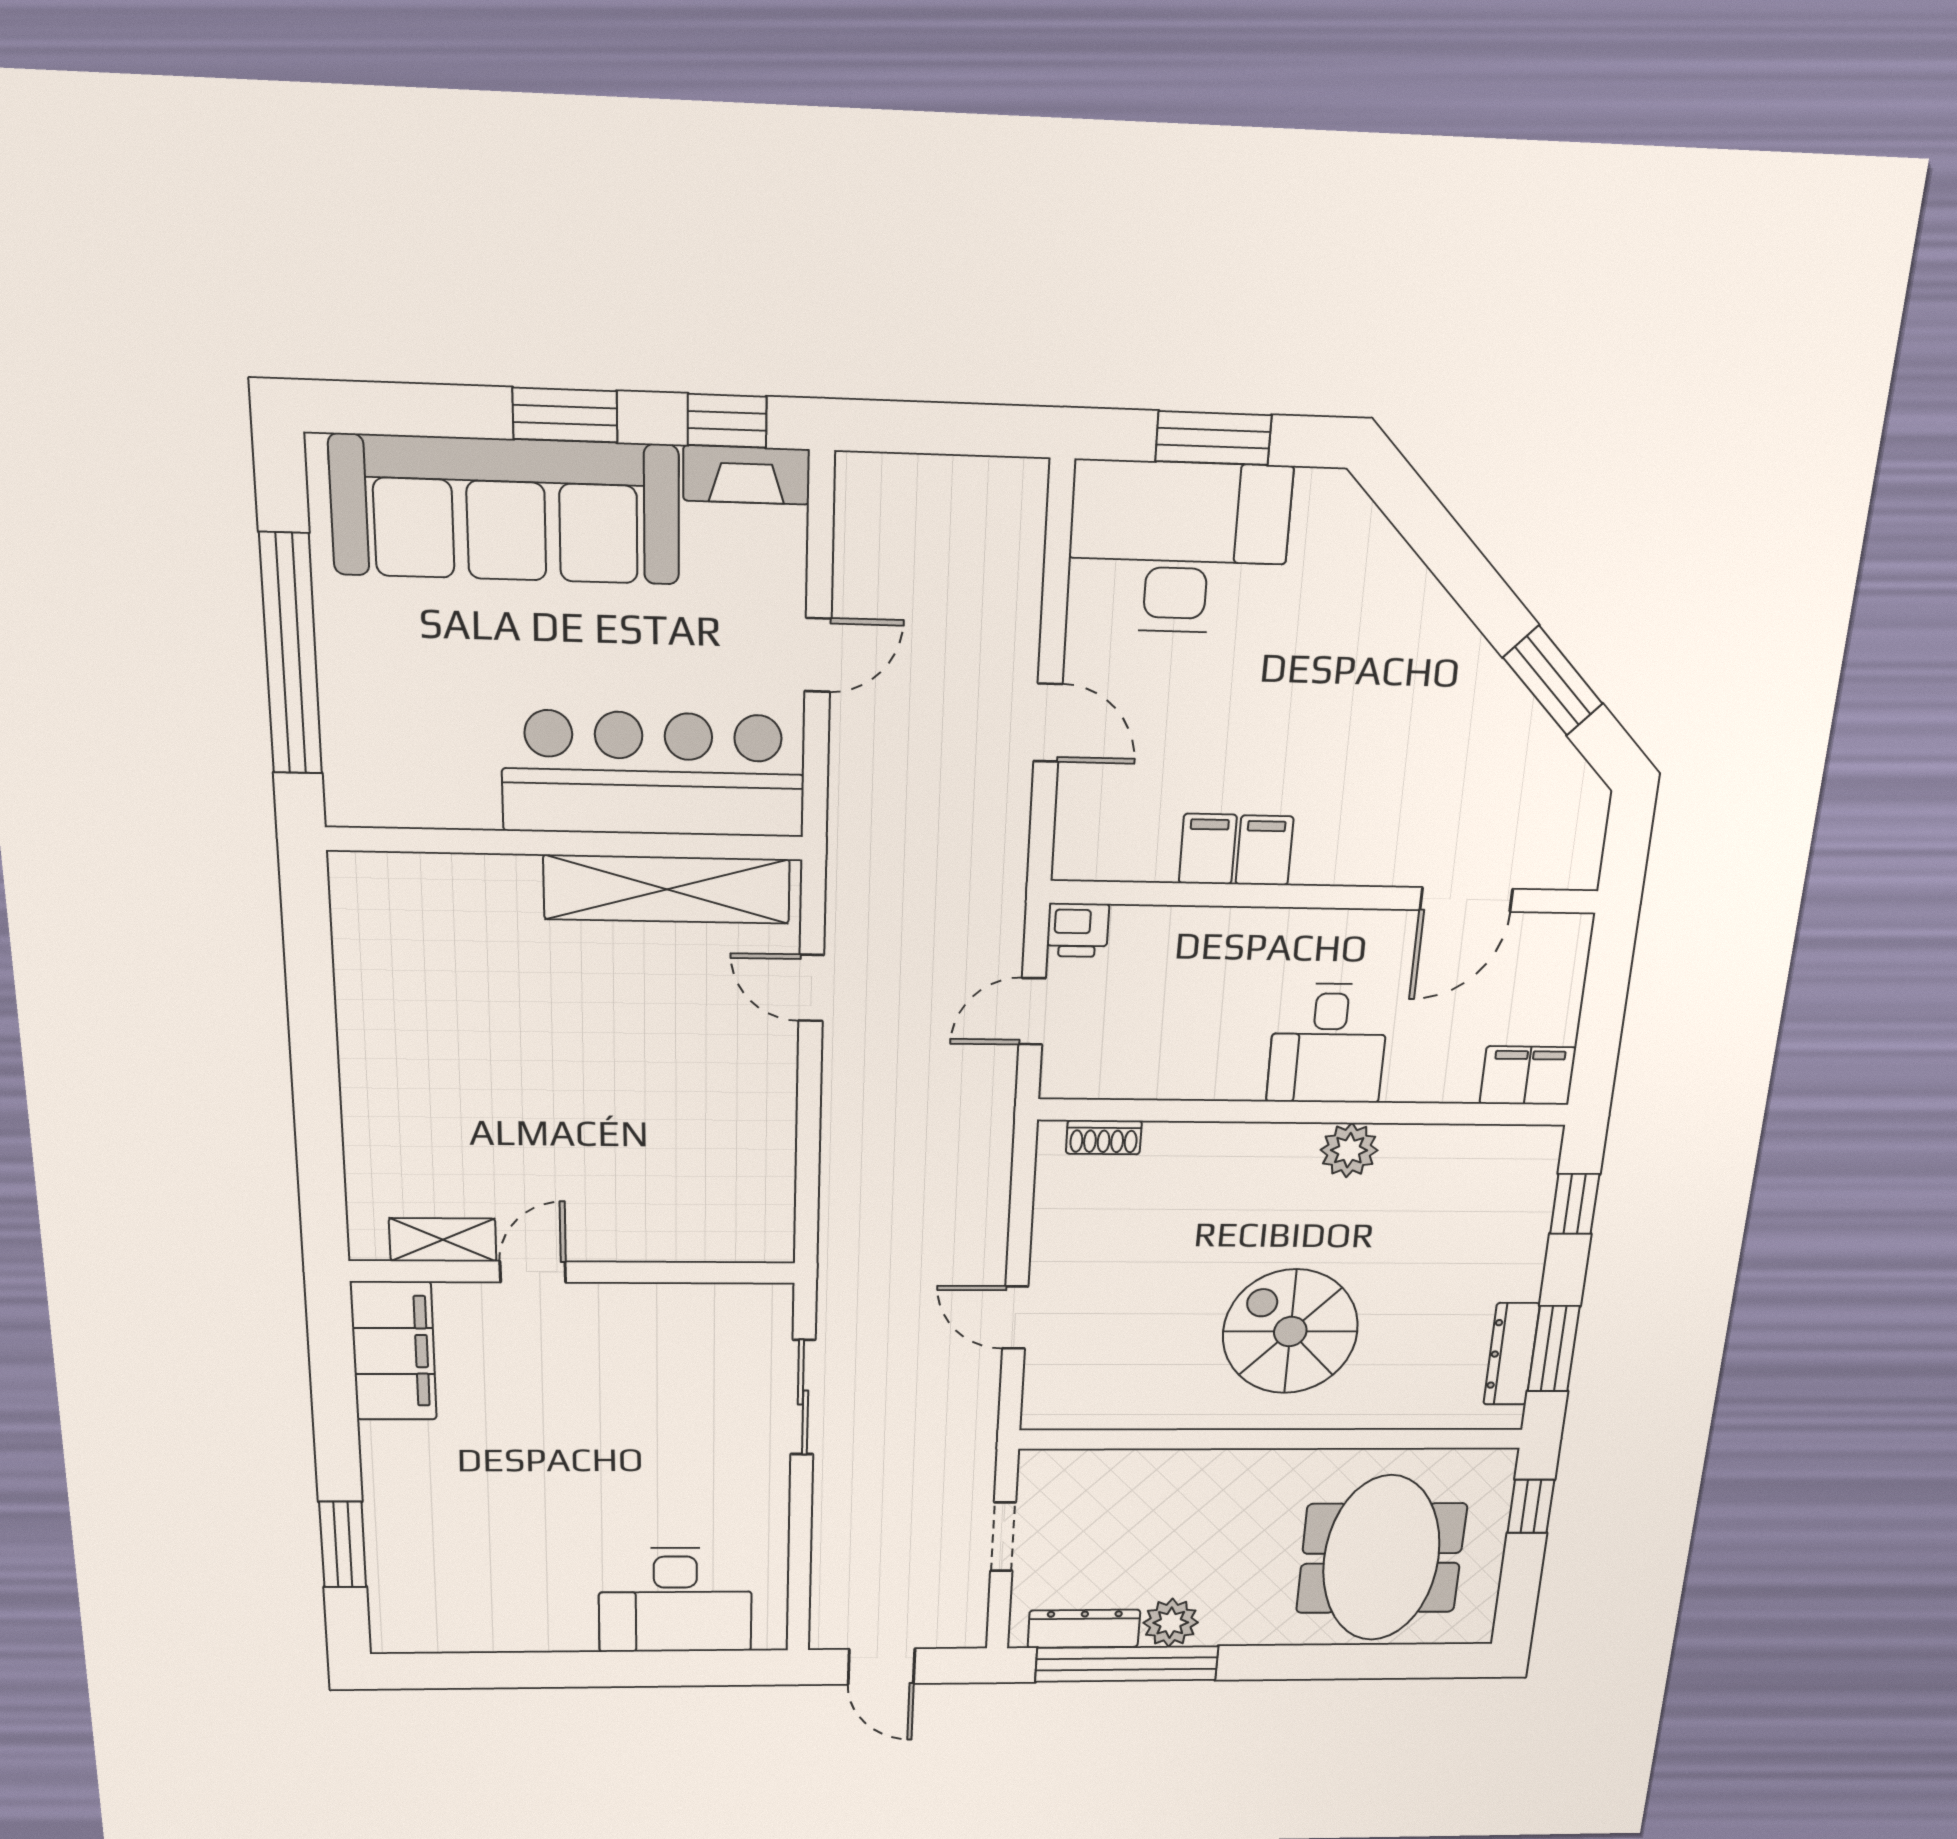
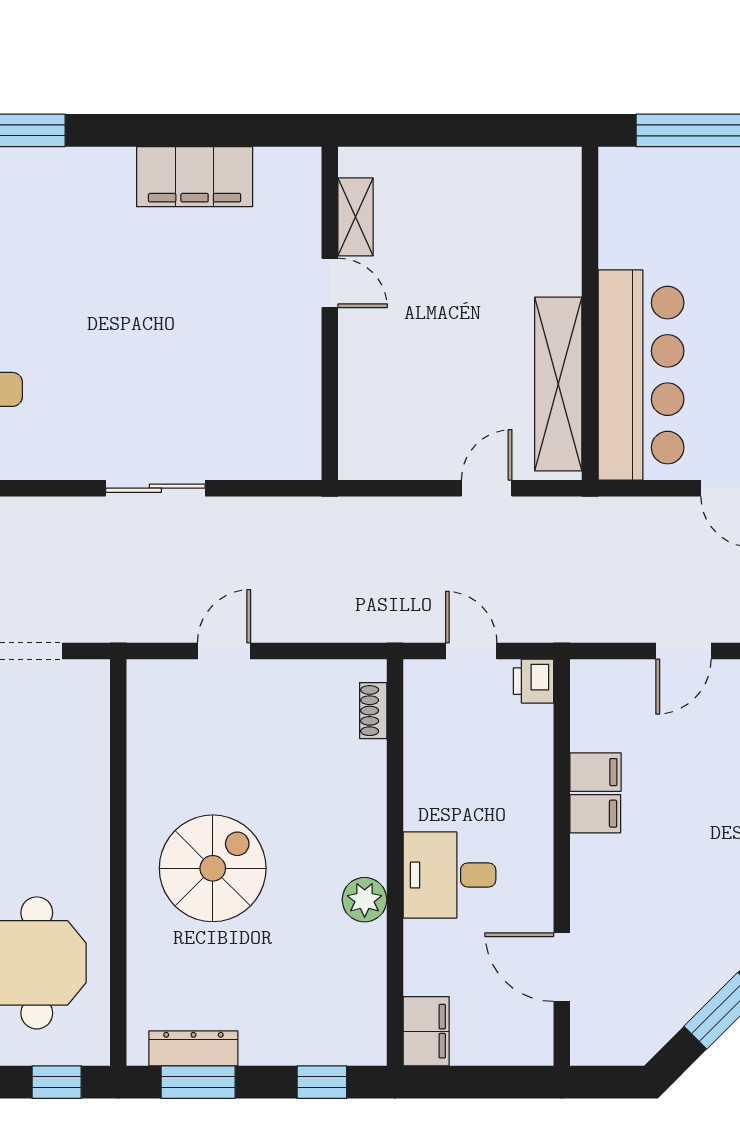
shelving: (443, 1240) -> (356, 217), moved
door: (533, 1272) -> (330, 283), moved
wall: (574, 1272) -> (330, 313), moved

